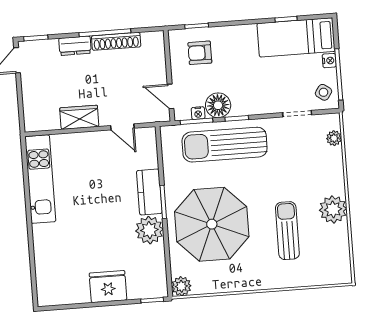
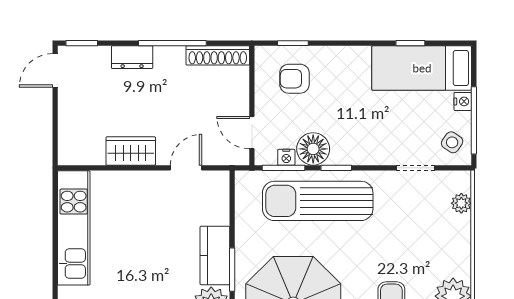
shoe rack: (116, 41) -> (218, 55), moved
door: (122, 127) -> (186, 168), swing flipped

